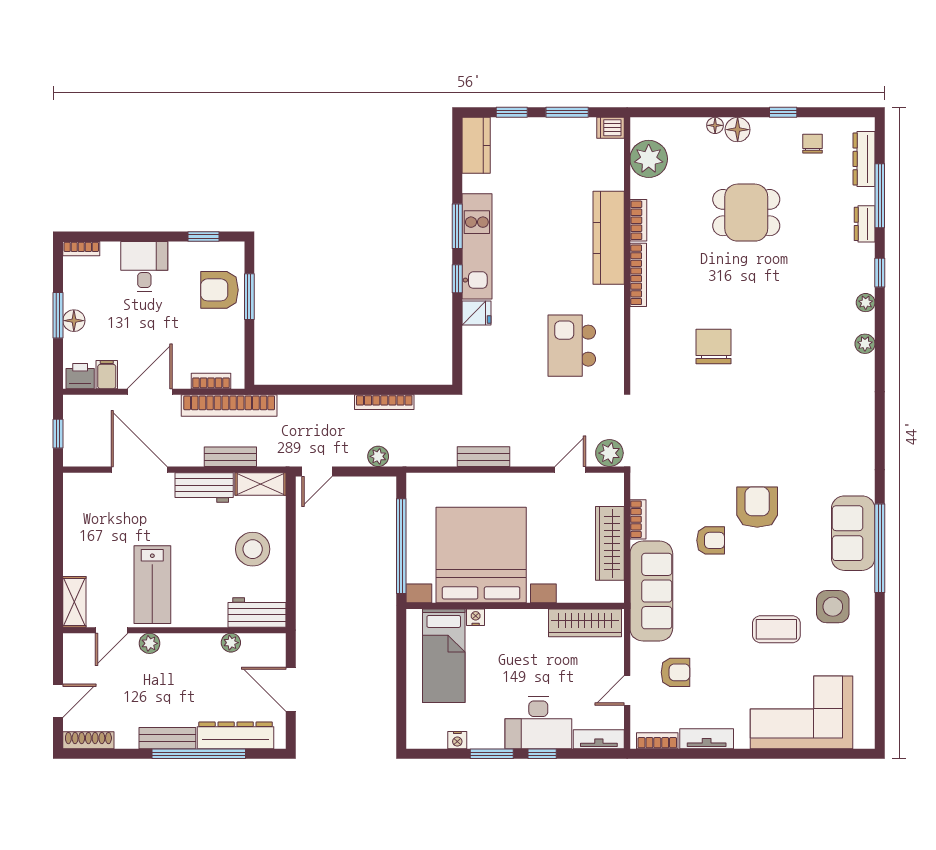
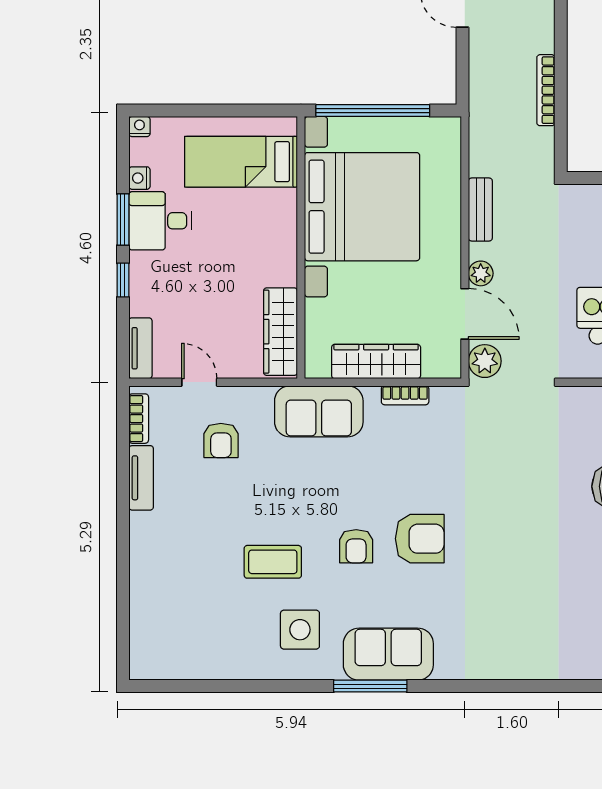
plant: (378, 456) -> (481, 273), moved
door: (570, 470) -> (465, 314), width x1.38
armchair: (711, 540) -> (356, 546), moved
window: (880, 548) -> (370, 686), width x0.68
sofa: (651, 591) -> (319, 411), width x0.73
nightstand: (476, 617) -> (139, 127), moved, turned -90
coffee table: (776, 629) -> (273, 562), turned 90
corner sofa: (801, 712) -> (173, 592), removed
desk: (538, 723) -> (160, 221), moved, width x0.73

